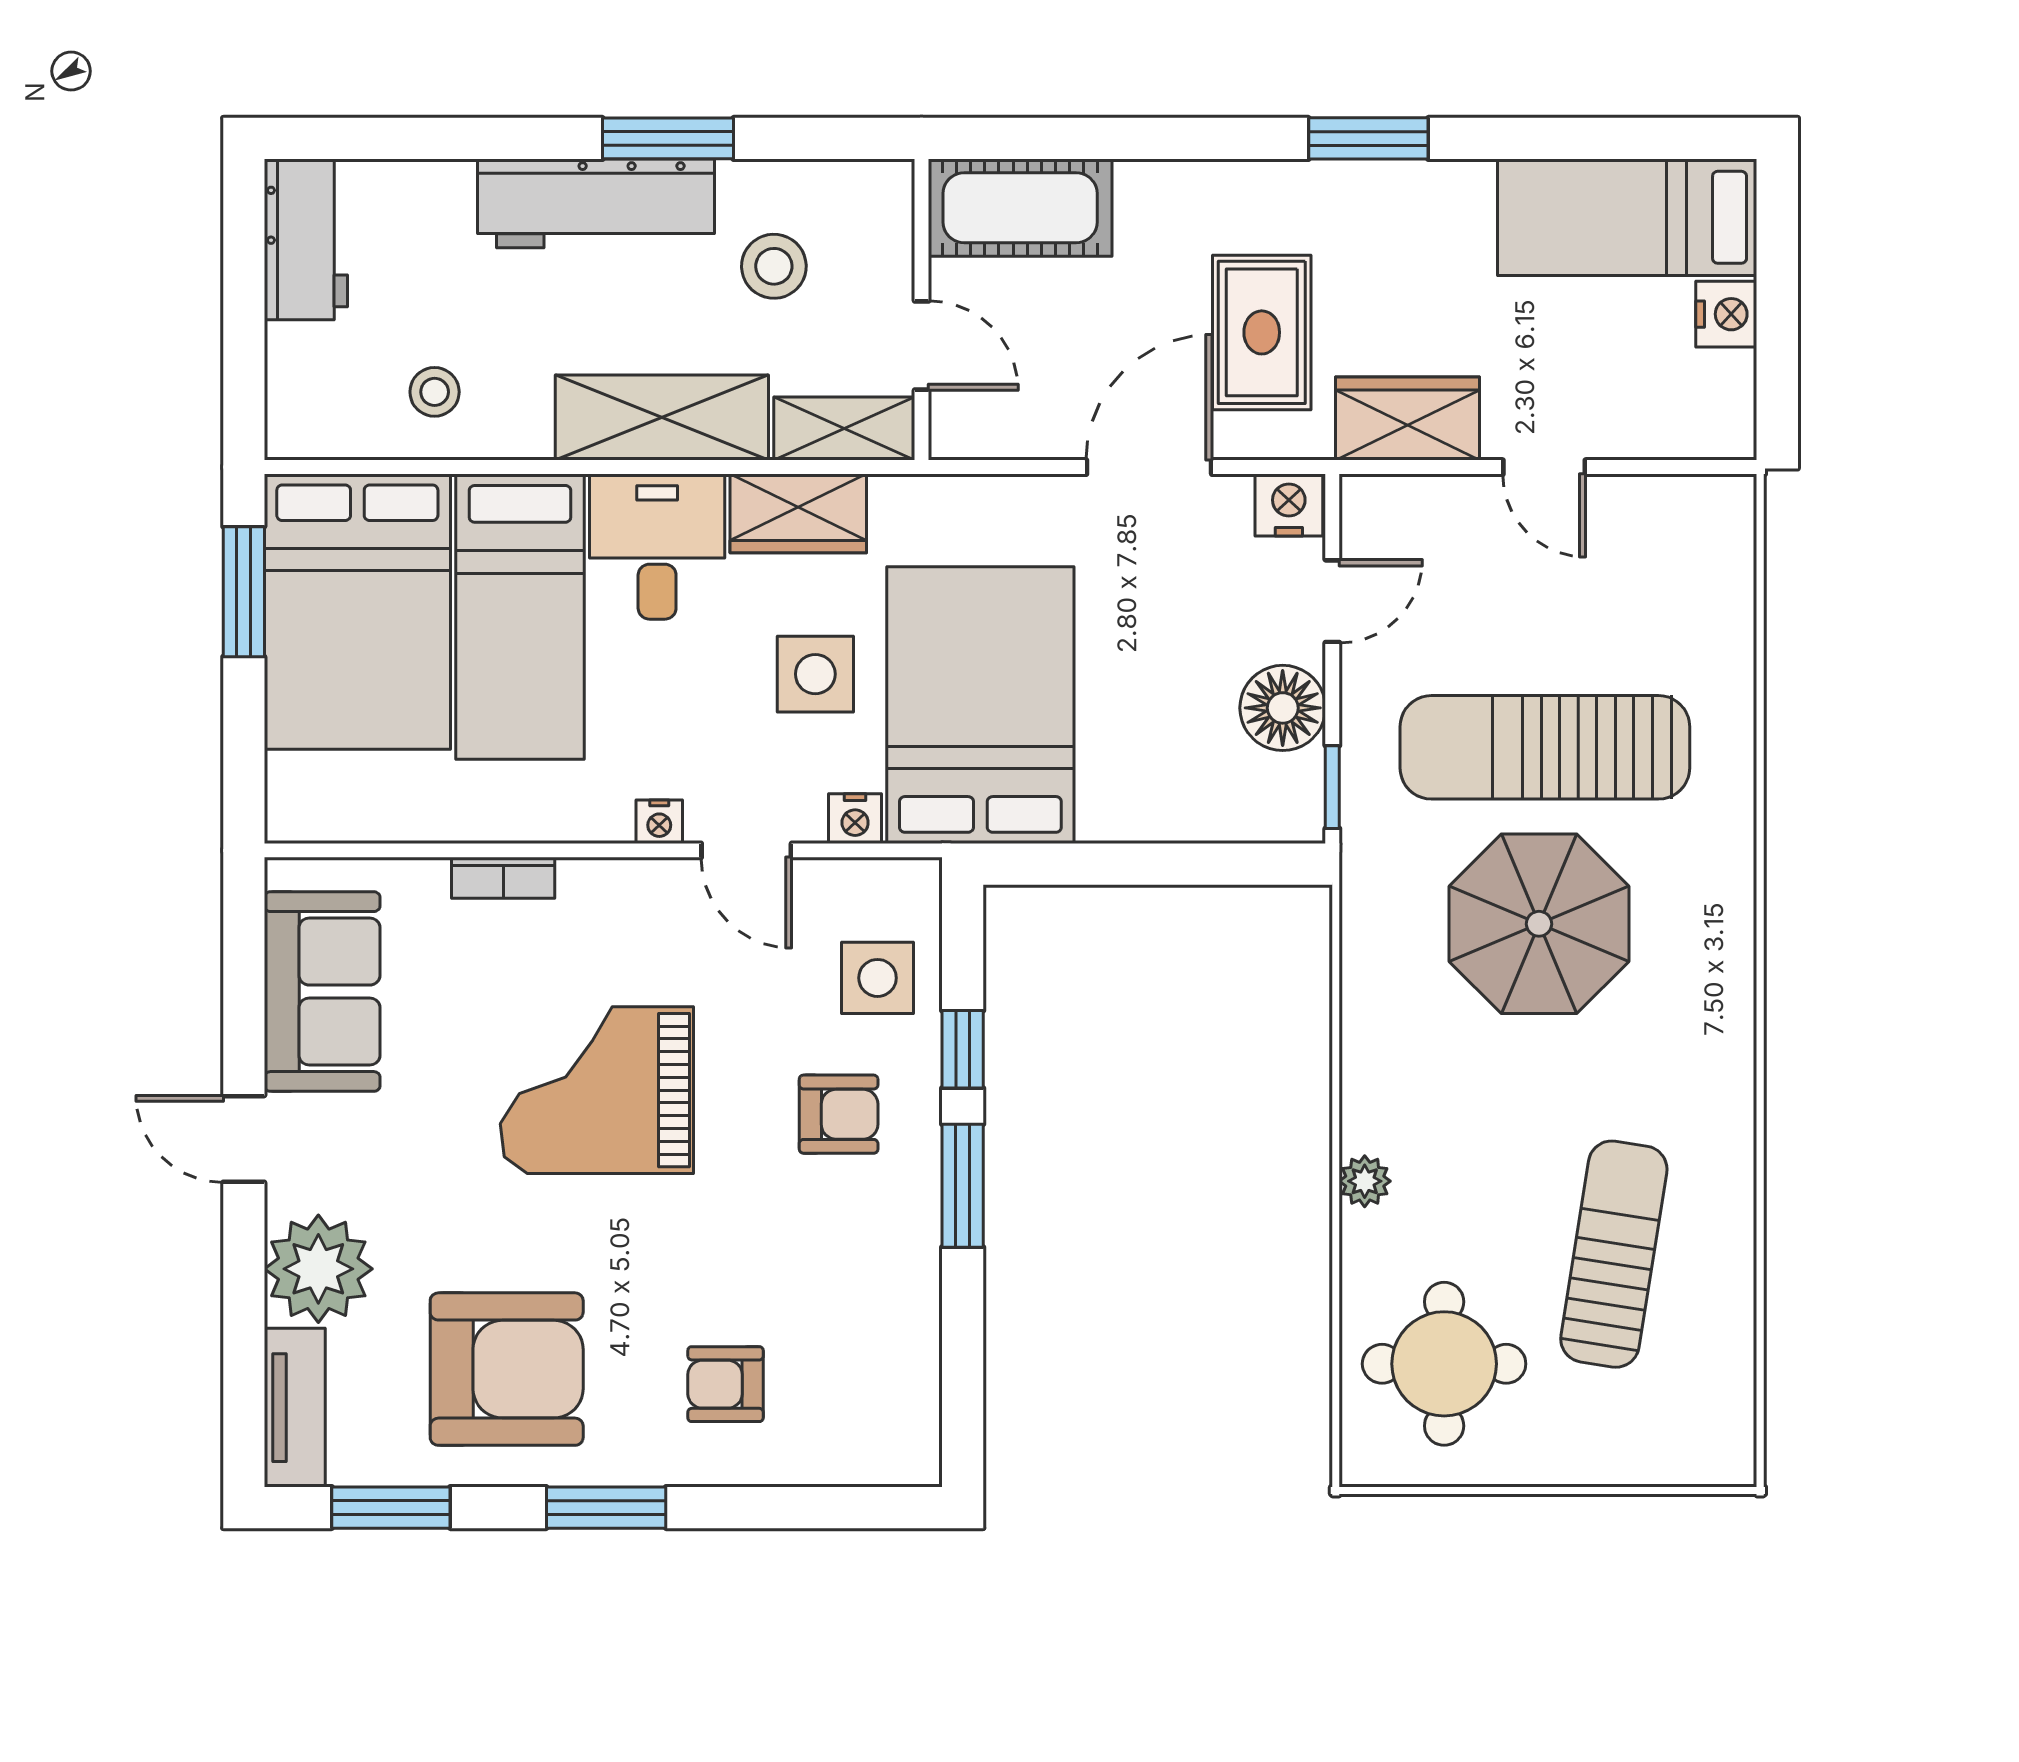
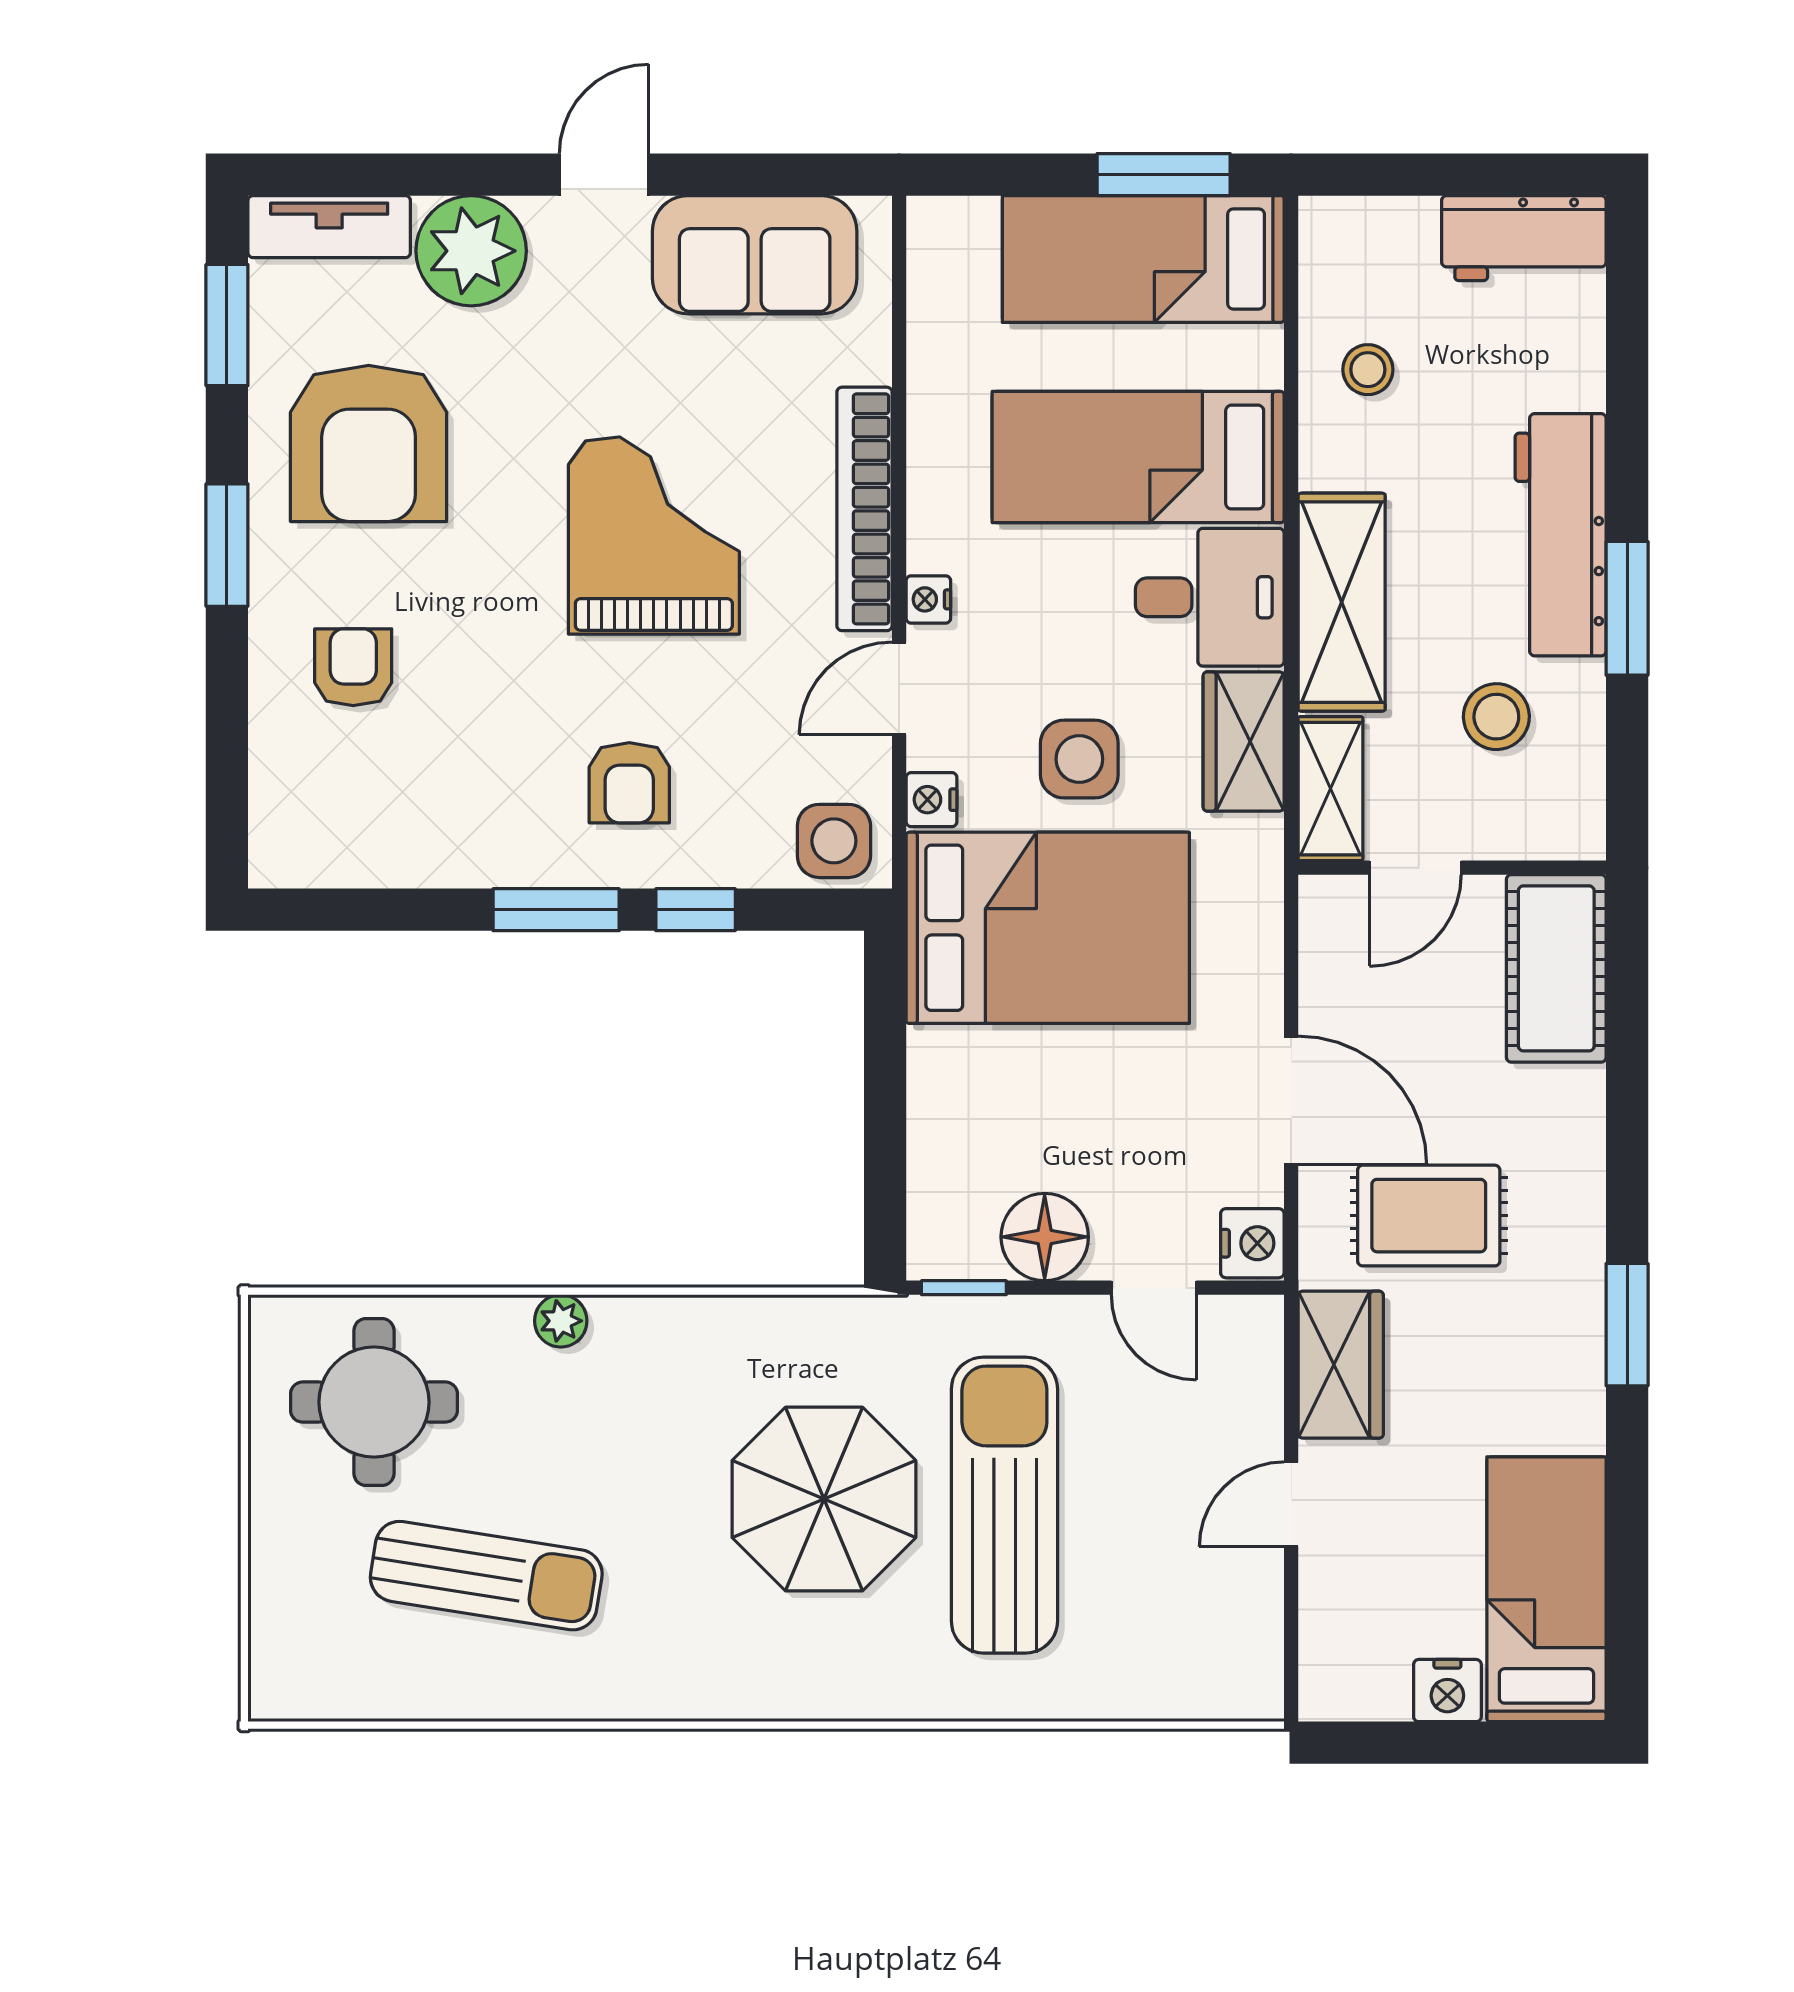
bed: (357, 612) -> (1143, 259), width x0.67
bookcase: (503, 878) -> (864, 509), width x2.31, depth x1.31
side table: (878, 978) -> (834, 841), moved

